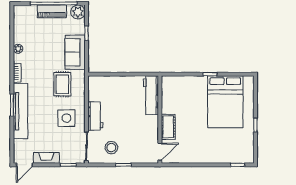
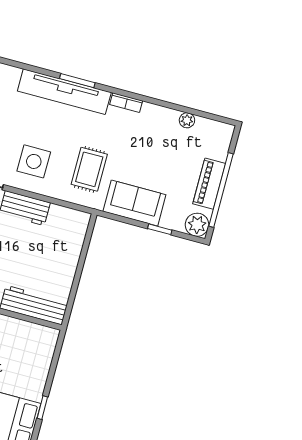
plant: (18, 49) -> (187, 120), moved
rug: (62, 84) -> (89, 169), turned 90

